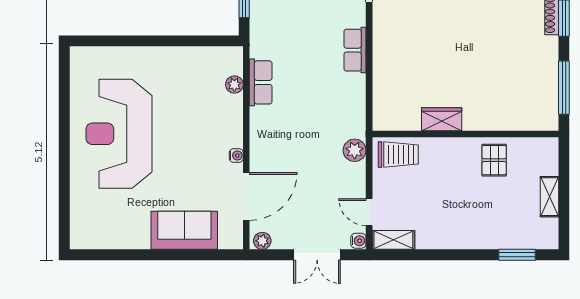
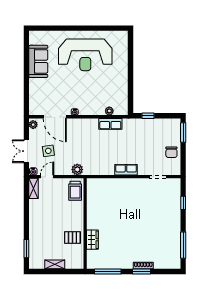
wardrobe: (442, 119) -> (92, 240), moved
reception desk: (119, 134) -> (85, 55), turned 180
side table: (316, 210) -> (48, 151), added
sofa: (184, 230) -> (38, 61), moved

